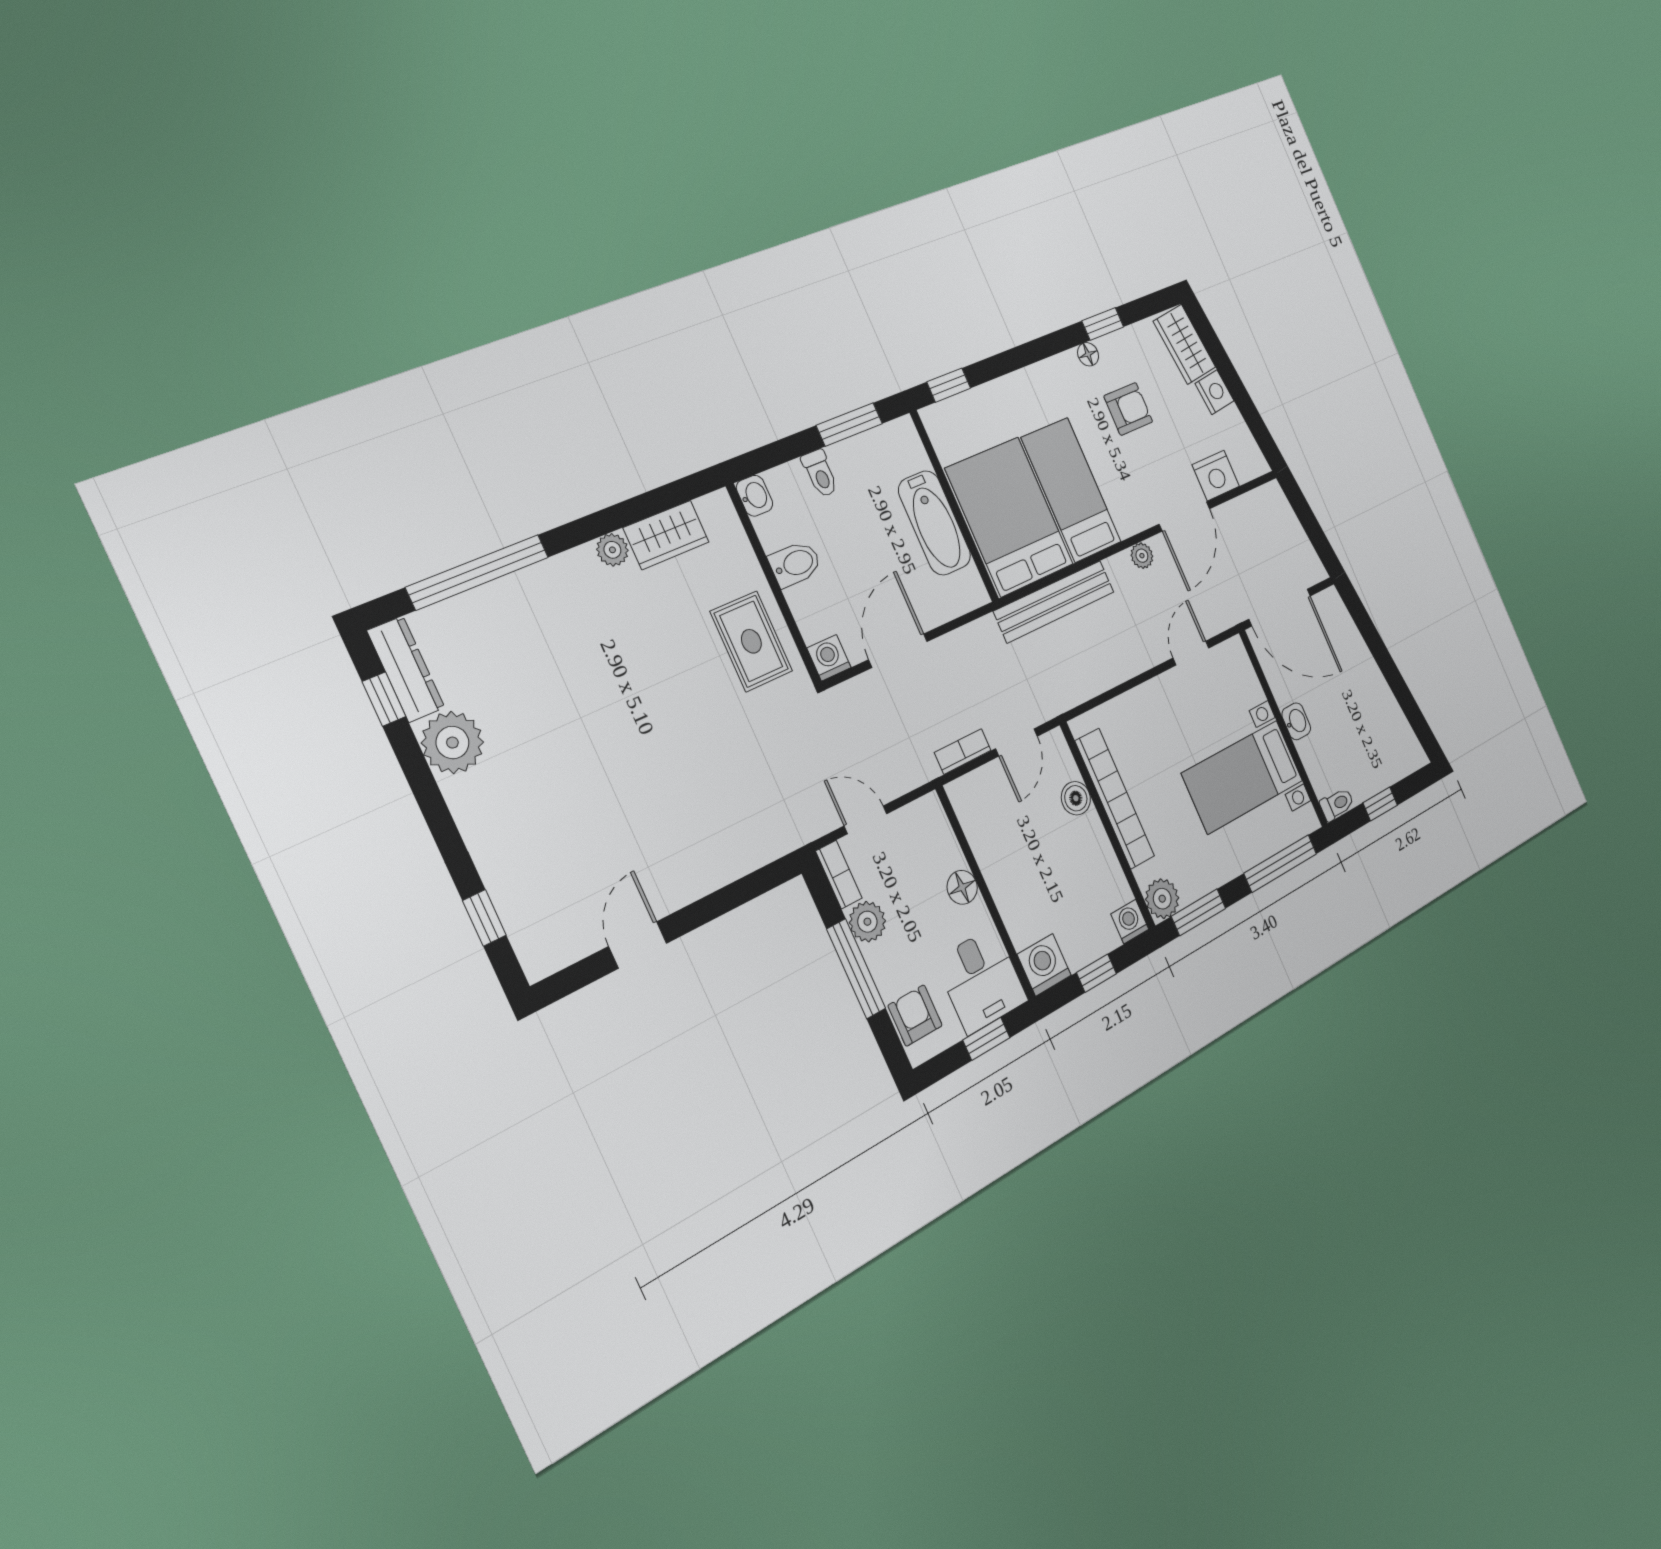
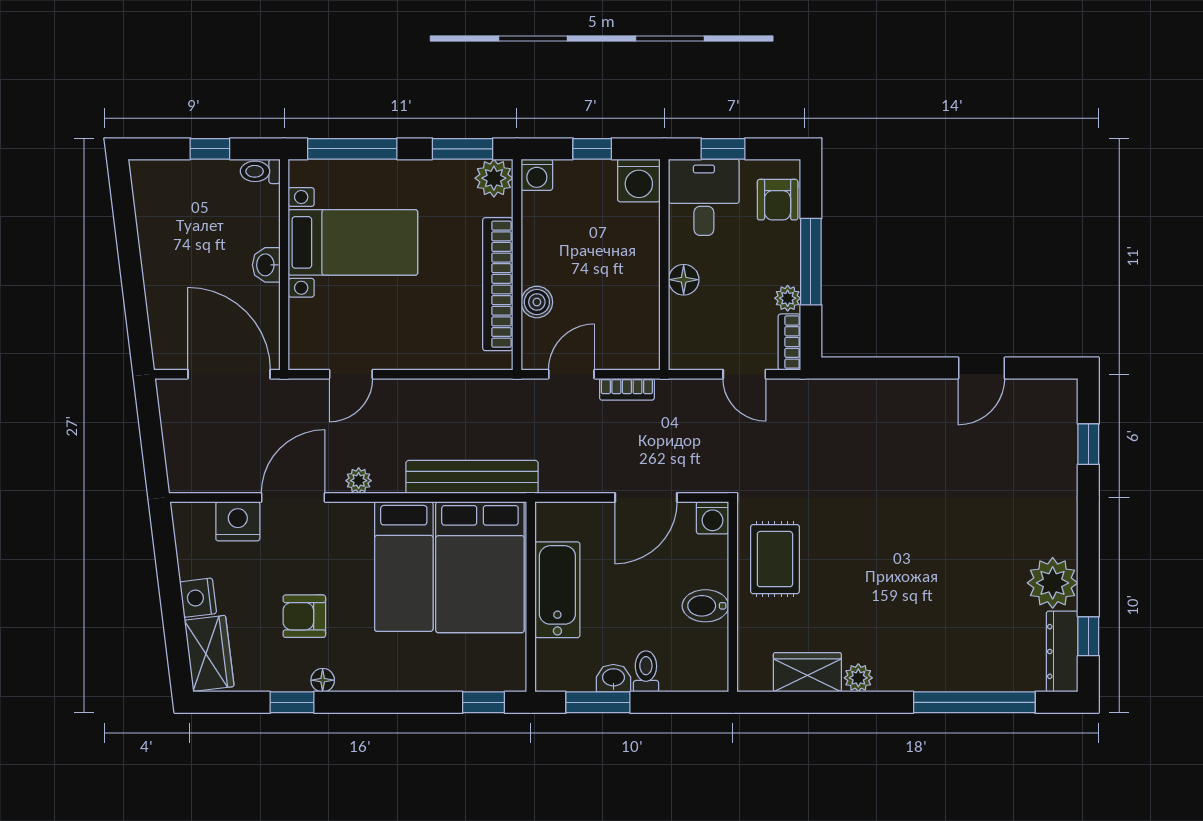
washbasin: (755, 496) -> (613, 678), moved, turned 90
plant: (867, 922) -> (788, 298), width x0.73, depth x0.73

